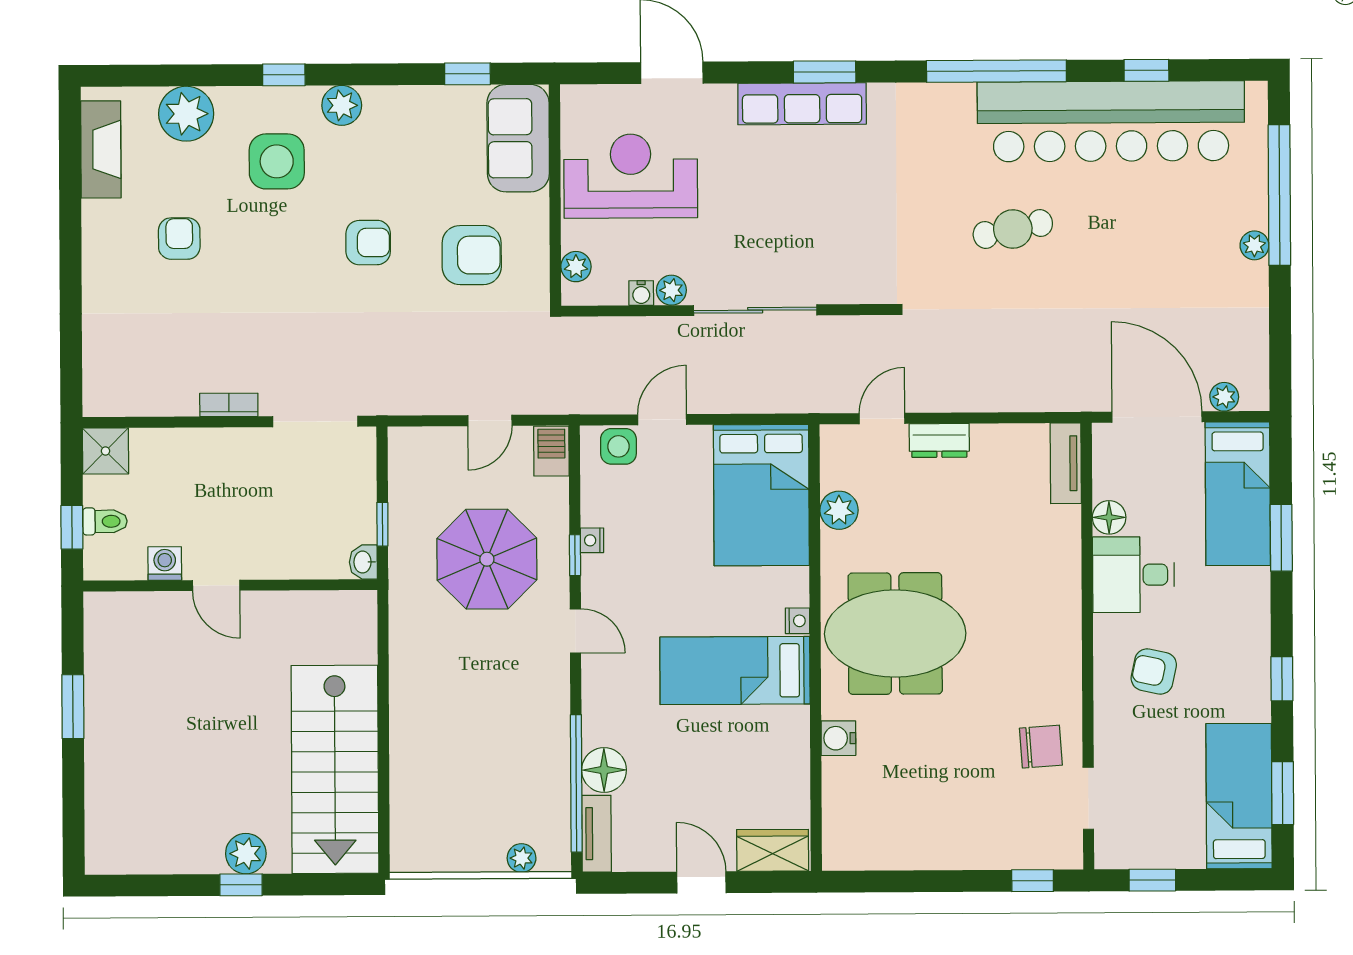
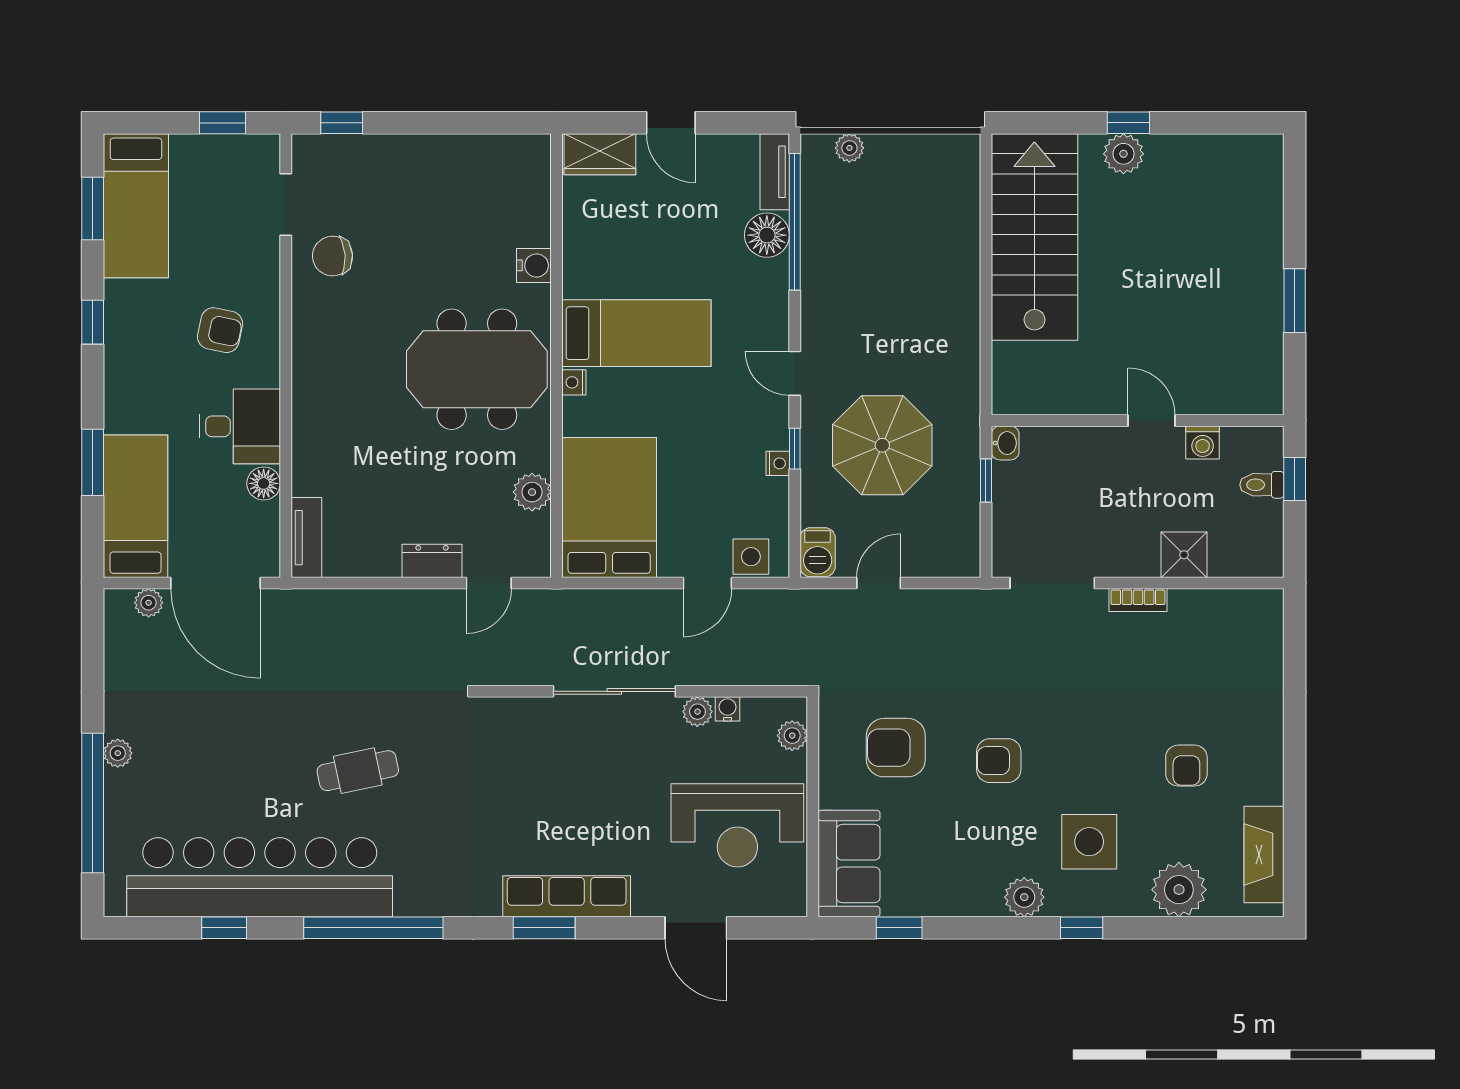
shower: (105, 451) -> (1184, 555), moved

